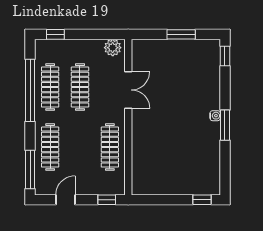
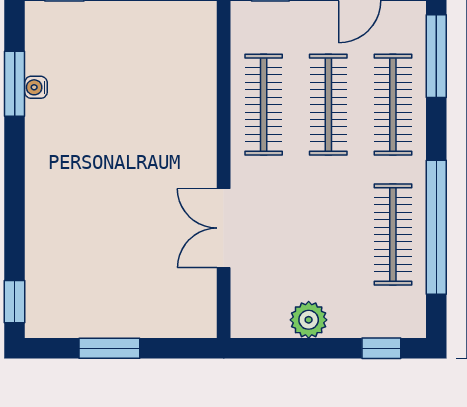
plant: (113, 48) -> (309, 320), moved
clothes rail: (80, 87) -> (328, 105), moved
water cooler: (215, 116) -> (36, 87), moved
window: (225, 125) -> (15, 84), moved

